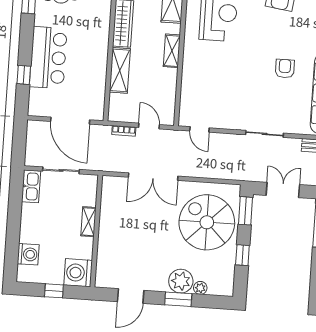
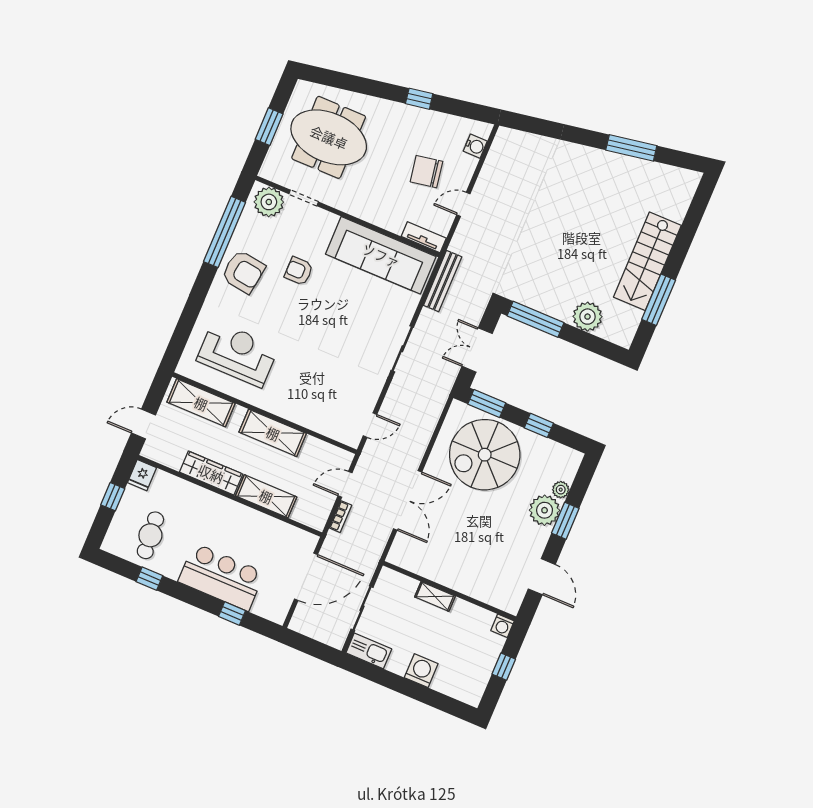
shelving: (172, 51) -> (273, 433), width x1.50, depth x1.33
armchair: (285, 69) -> (299, 271), moved
washing machine: (28, 254) -> (421, 671), moved
washing machine: (78, 273) -> (503, 626), width x0.53, depth x0.53

